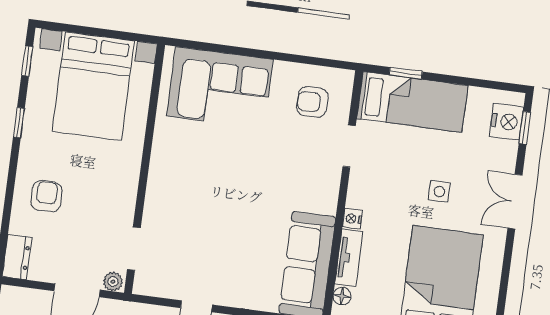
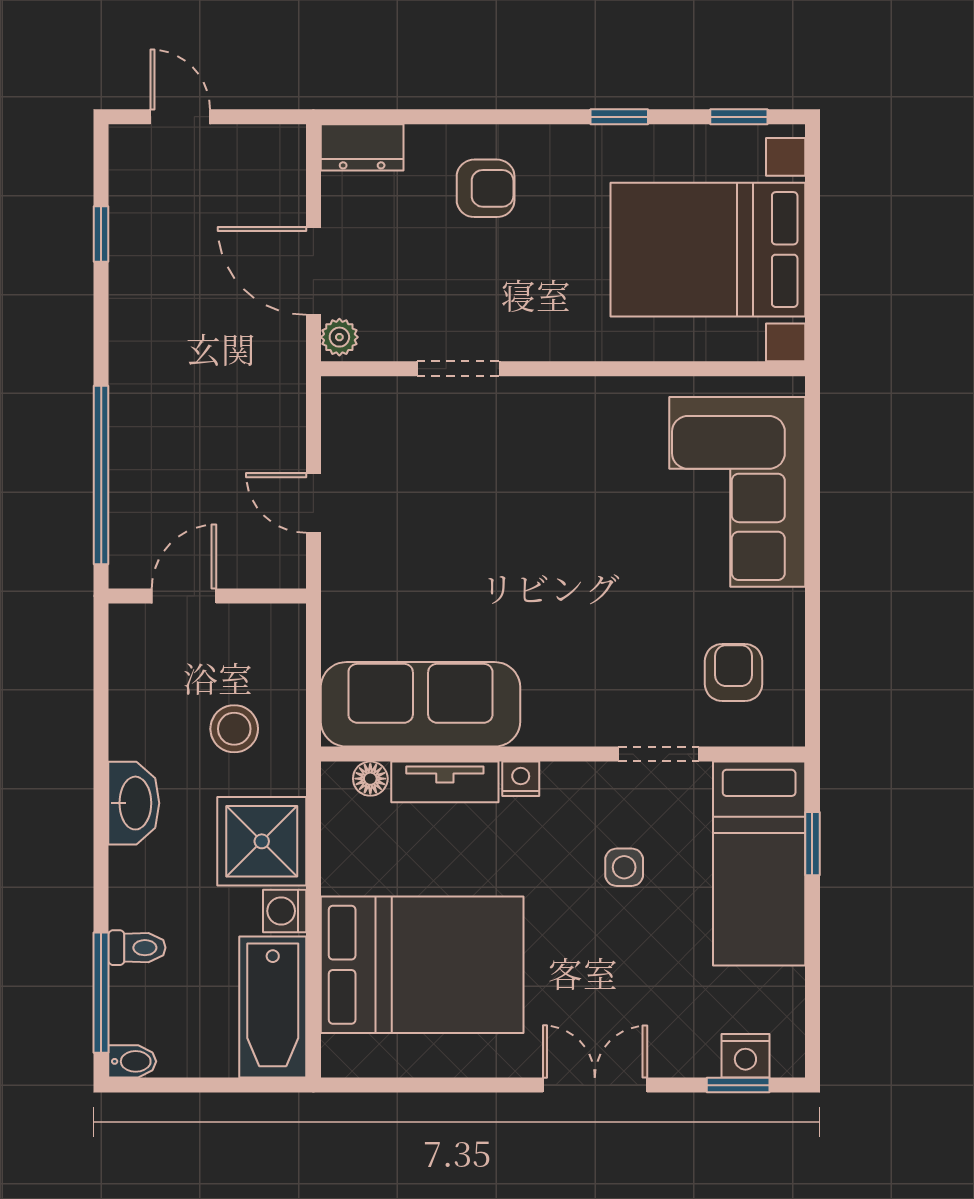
nightstand: (507, 122) -> (745, 1056), width x0.74, depth x0.75
side table: (439, 192) -> (624, 867), moved
doorway: (134, 249) -> (458, 369), moved

